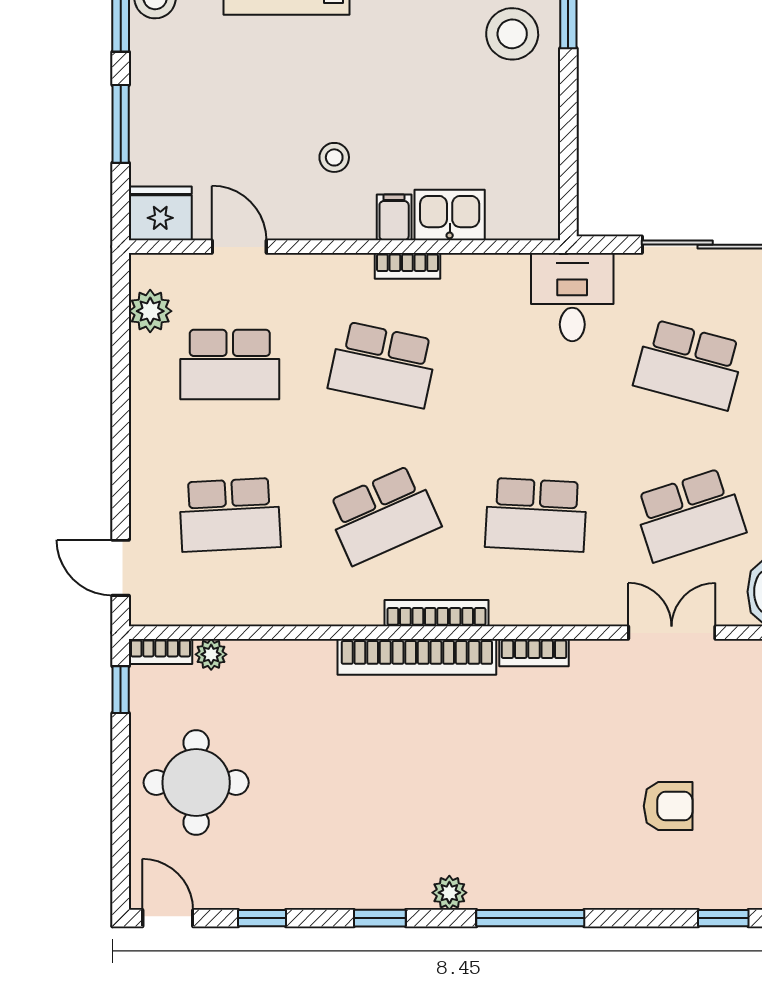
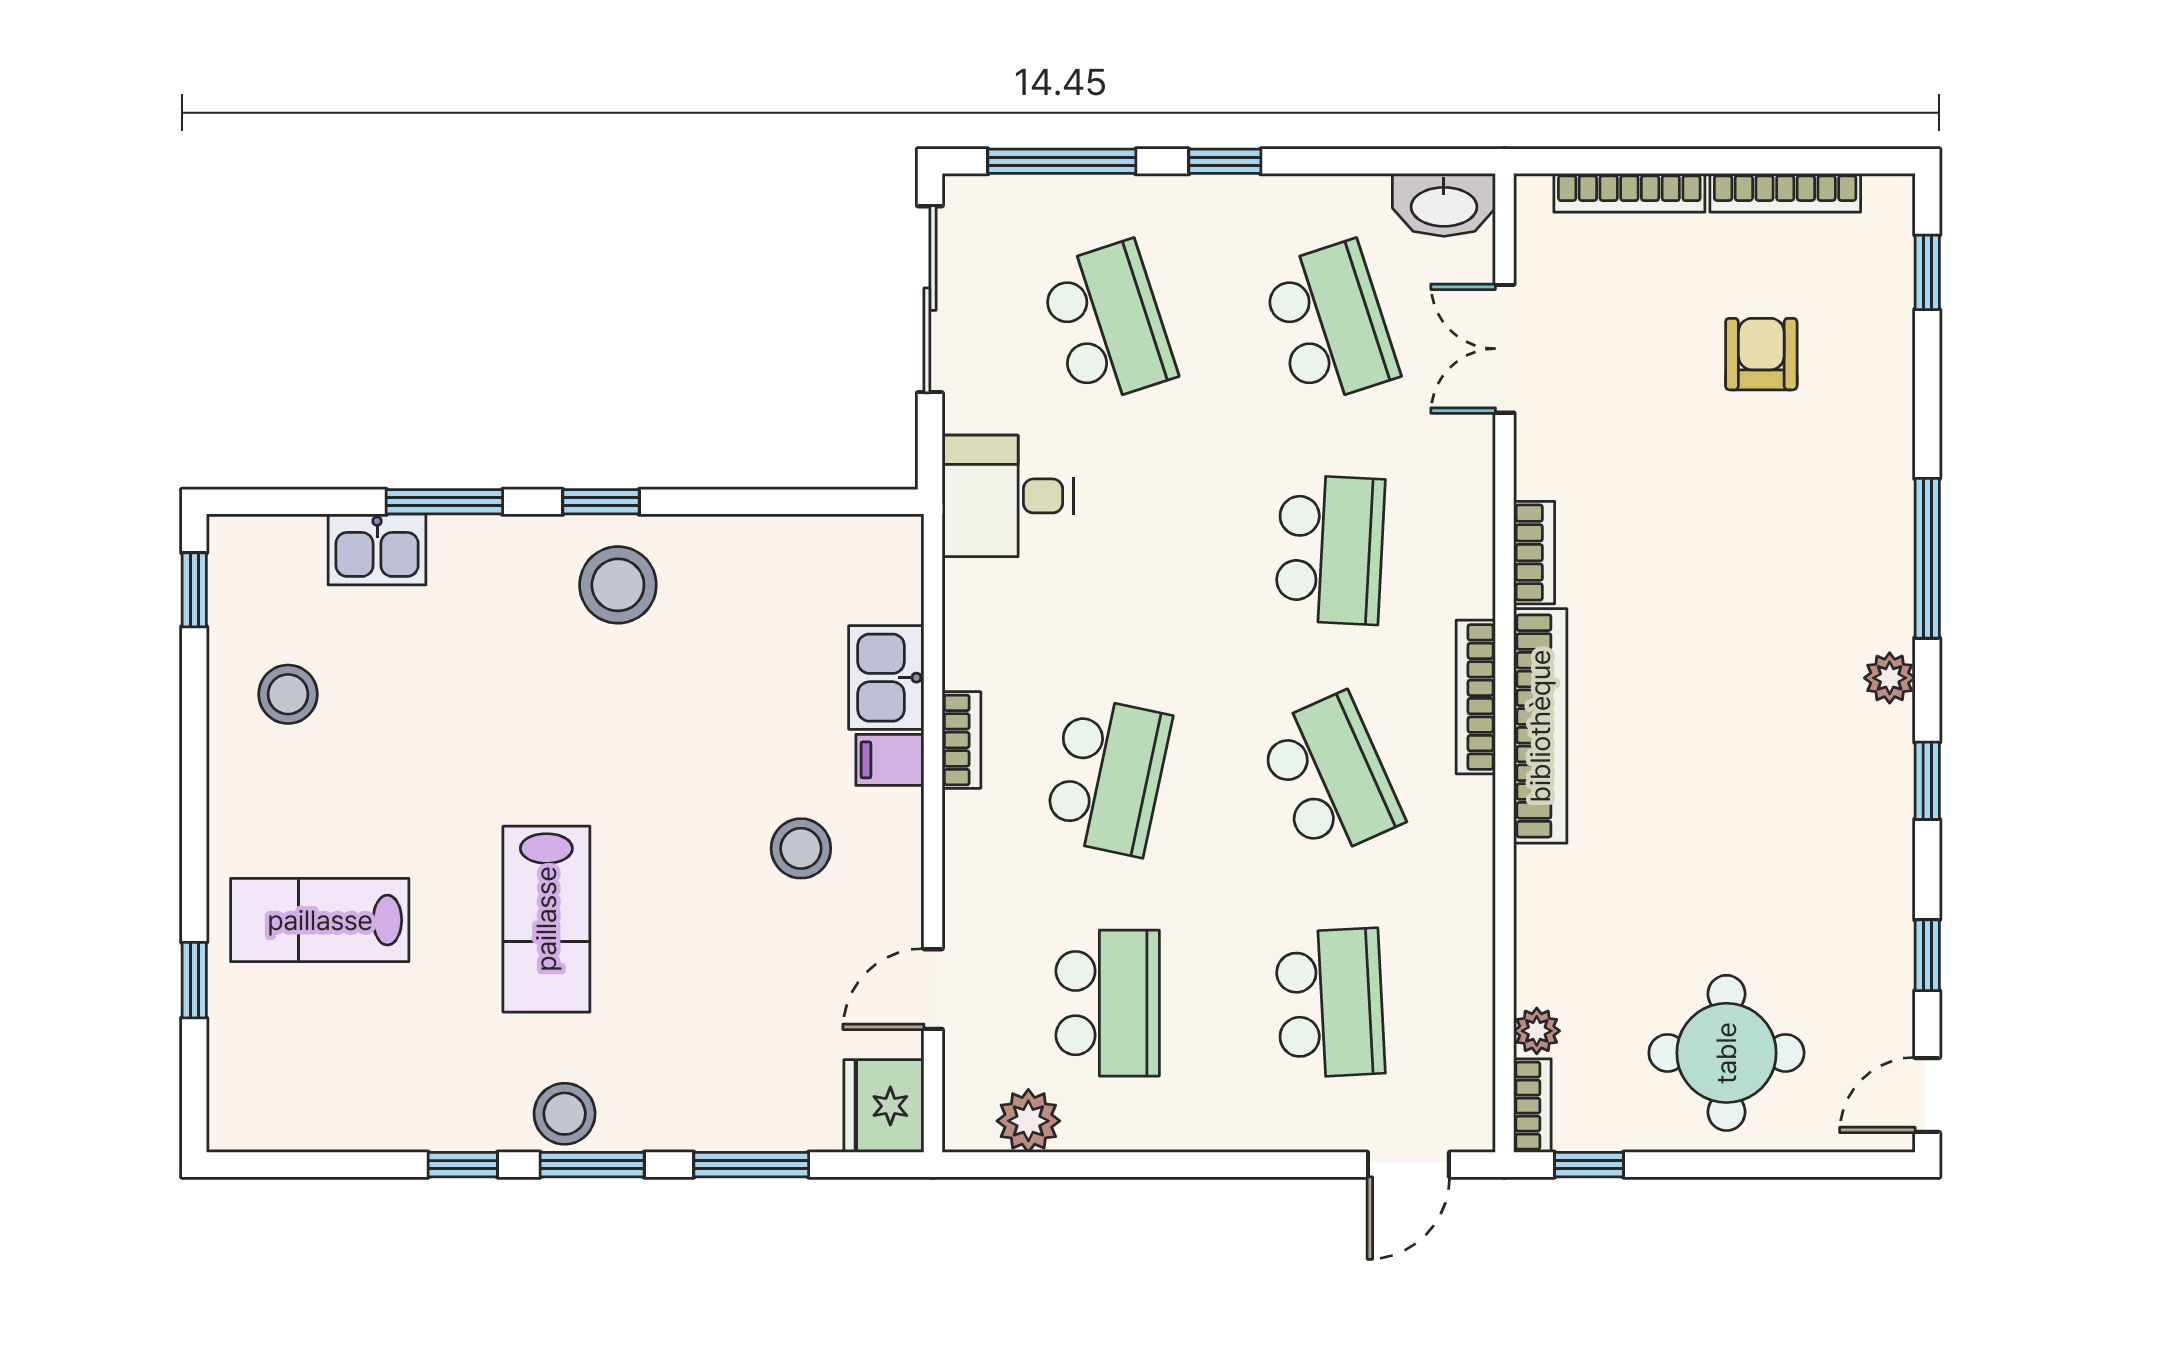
stool: (334, 157) -> (801, 848), width x1.37, depth x1.37
school desk: (689, 365) -> (1108, 323), turned -33

